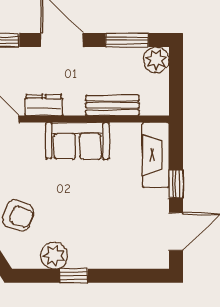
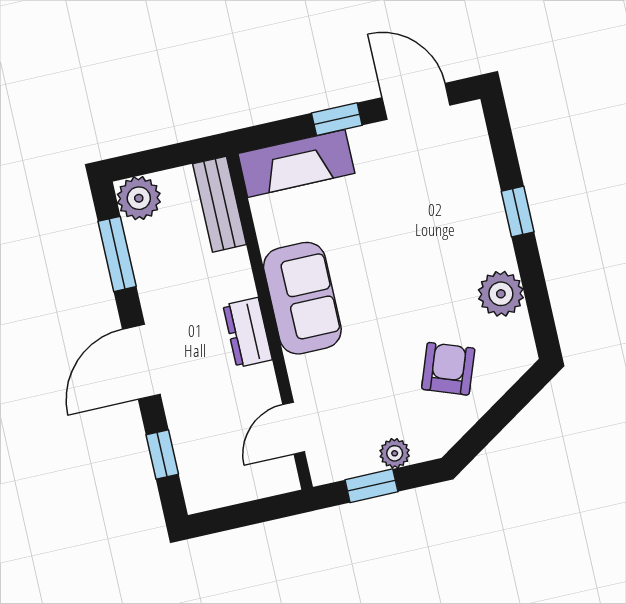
dresser: (44, 105) -> (248, 332), moved
bench: (112, 105) -> (219, 204), moved
window: (74, 276) -> (518, 212), moved

